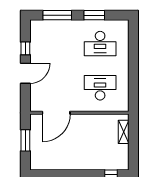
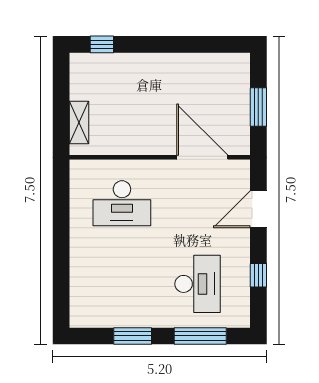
desk: (100, 44) -> (198, 284), moved, turned 90
door: (25, 73) -> (258, 209), moved
door: (56, 113) -> (202, 157), hinge flipped

